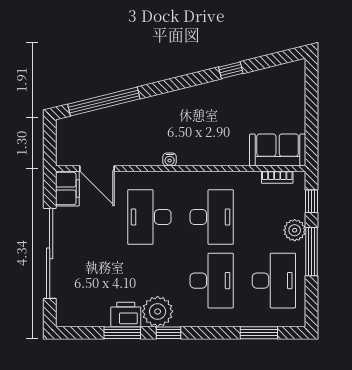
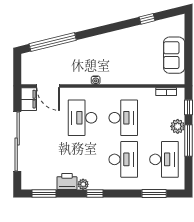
window: (231, 70) -> (147, 19), moved
sofa: (278, 150) -> (174, 55), moved, turned -90
plant: (158, 311) -> (83, 184), width x0.53, depth x0.53
window: (122, 333) -> (44, 193), moved

